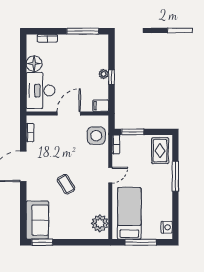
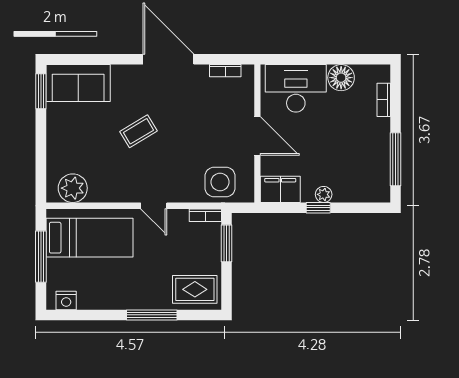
filing cabinet: (101, 106) -> (280, 189), width x2.00

